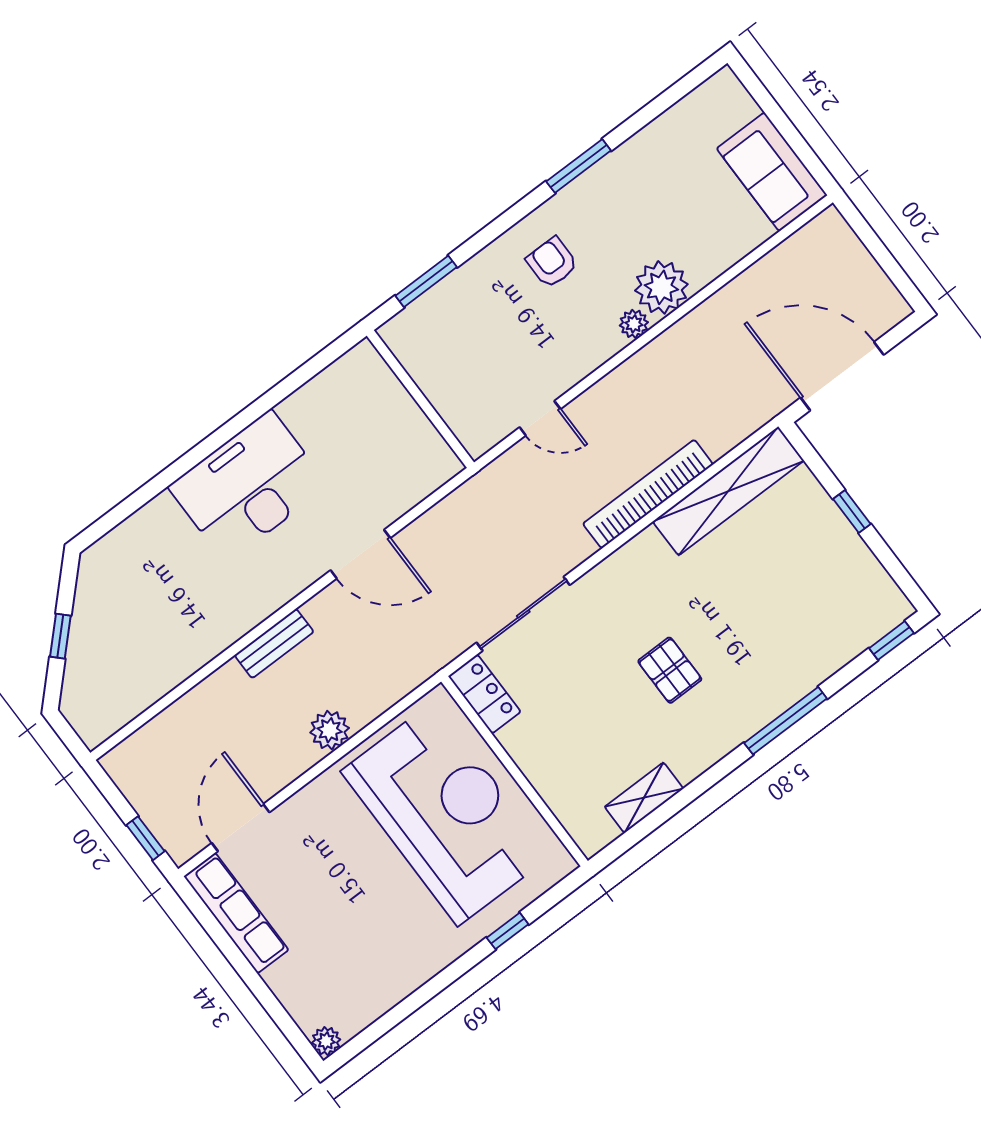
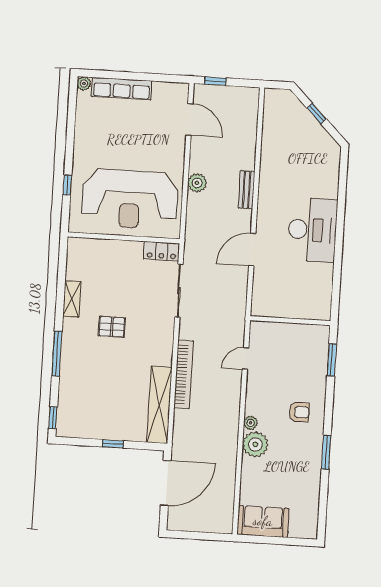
shelving: (644, 798) -> (72, 299), moved
row of seats: (236, 913) -> (122, 89), moved

